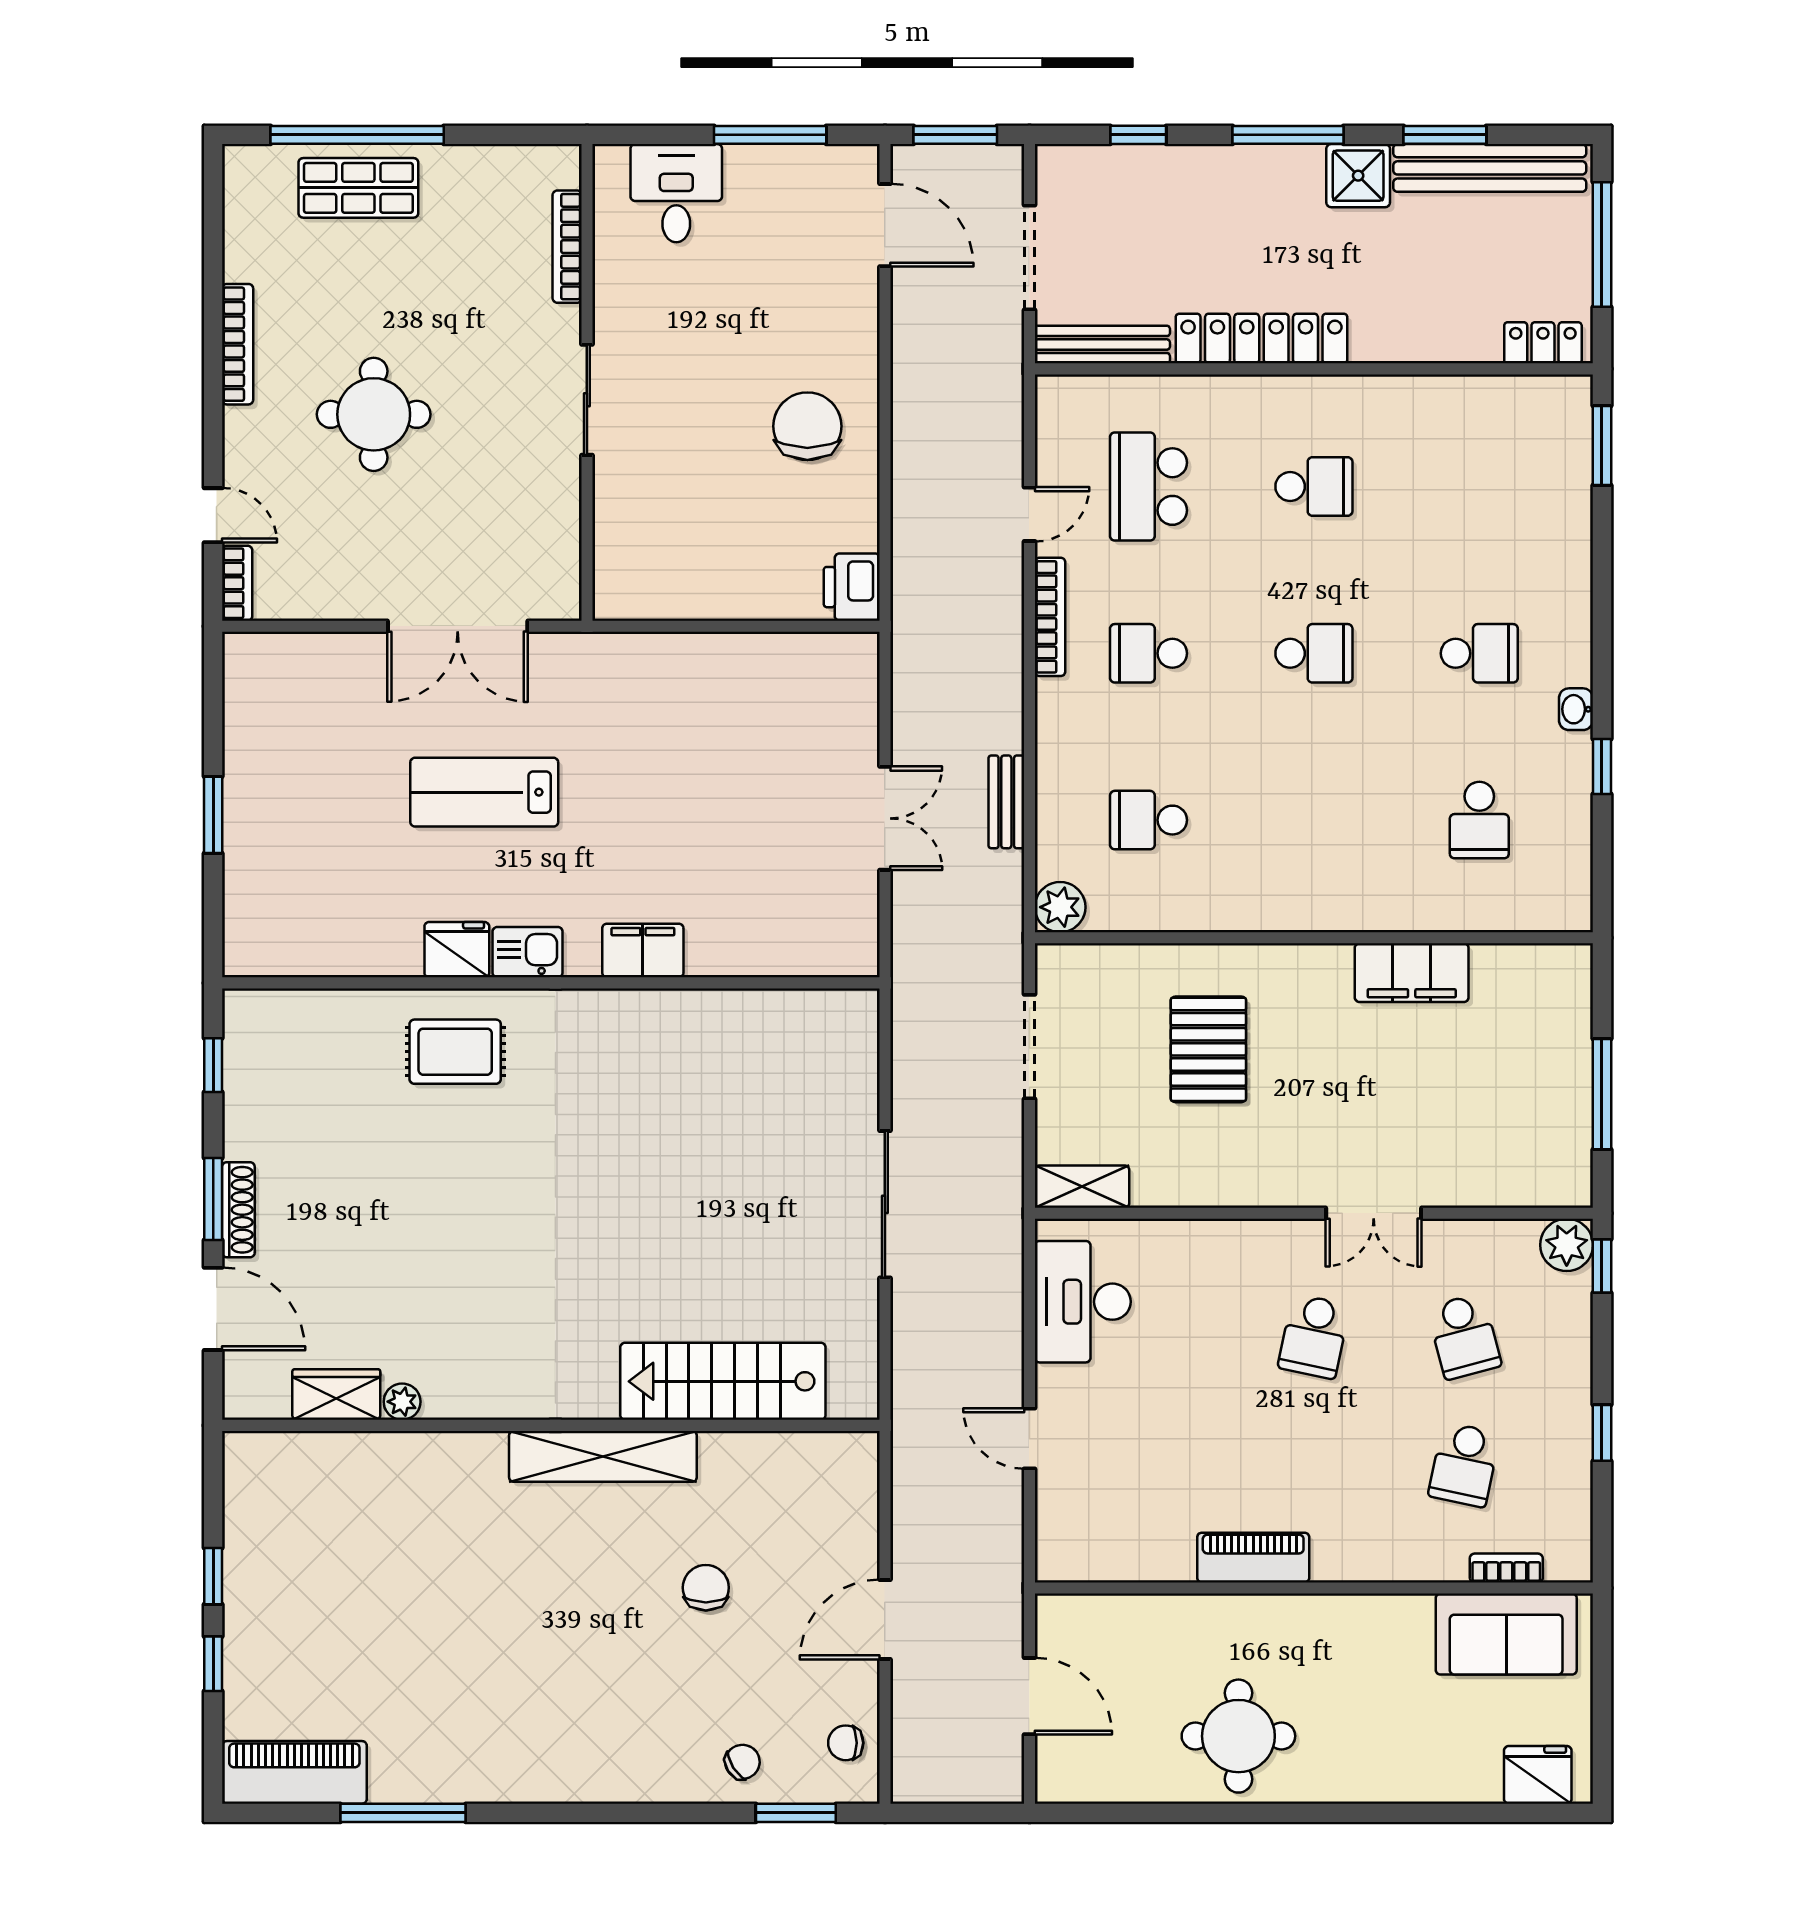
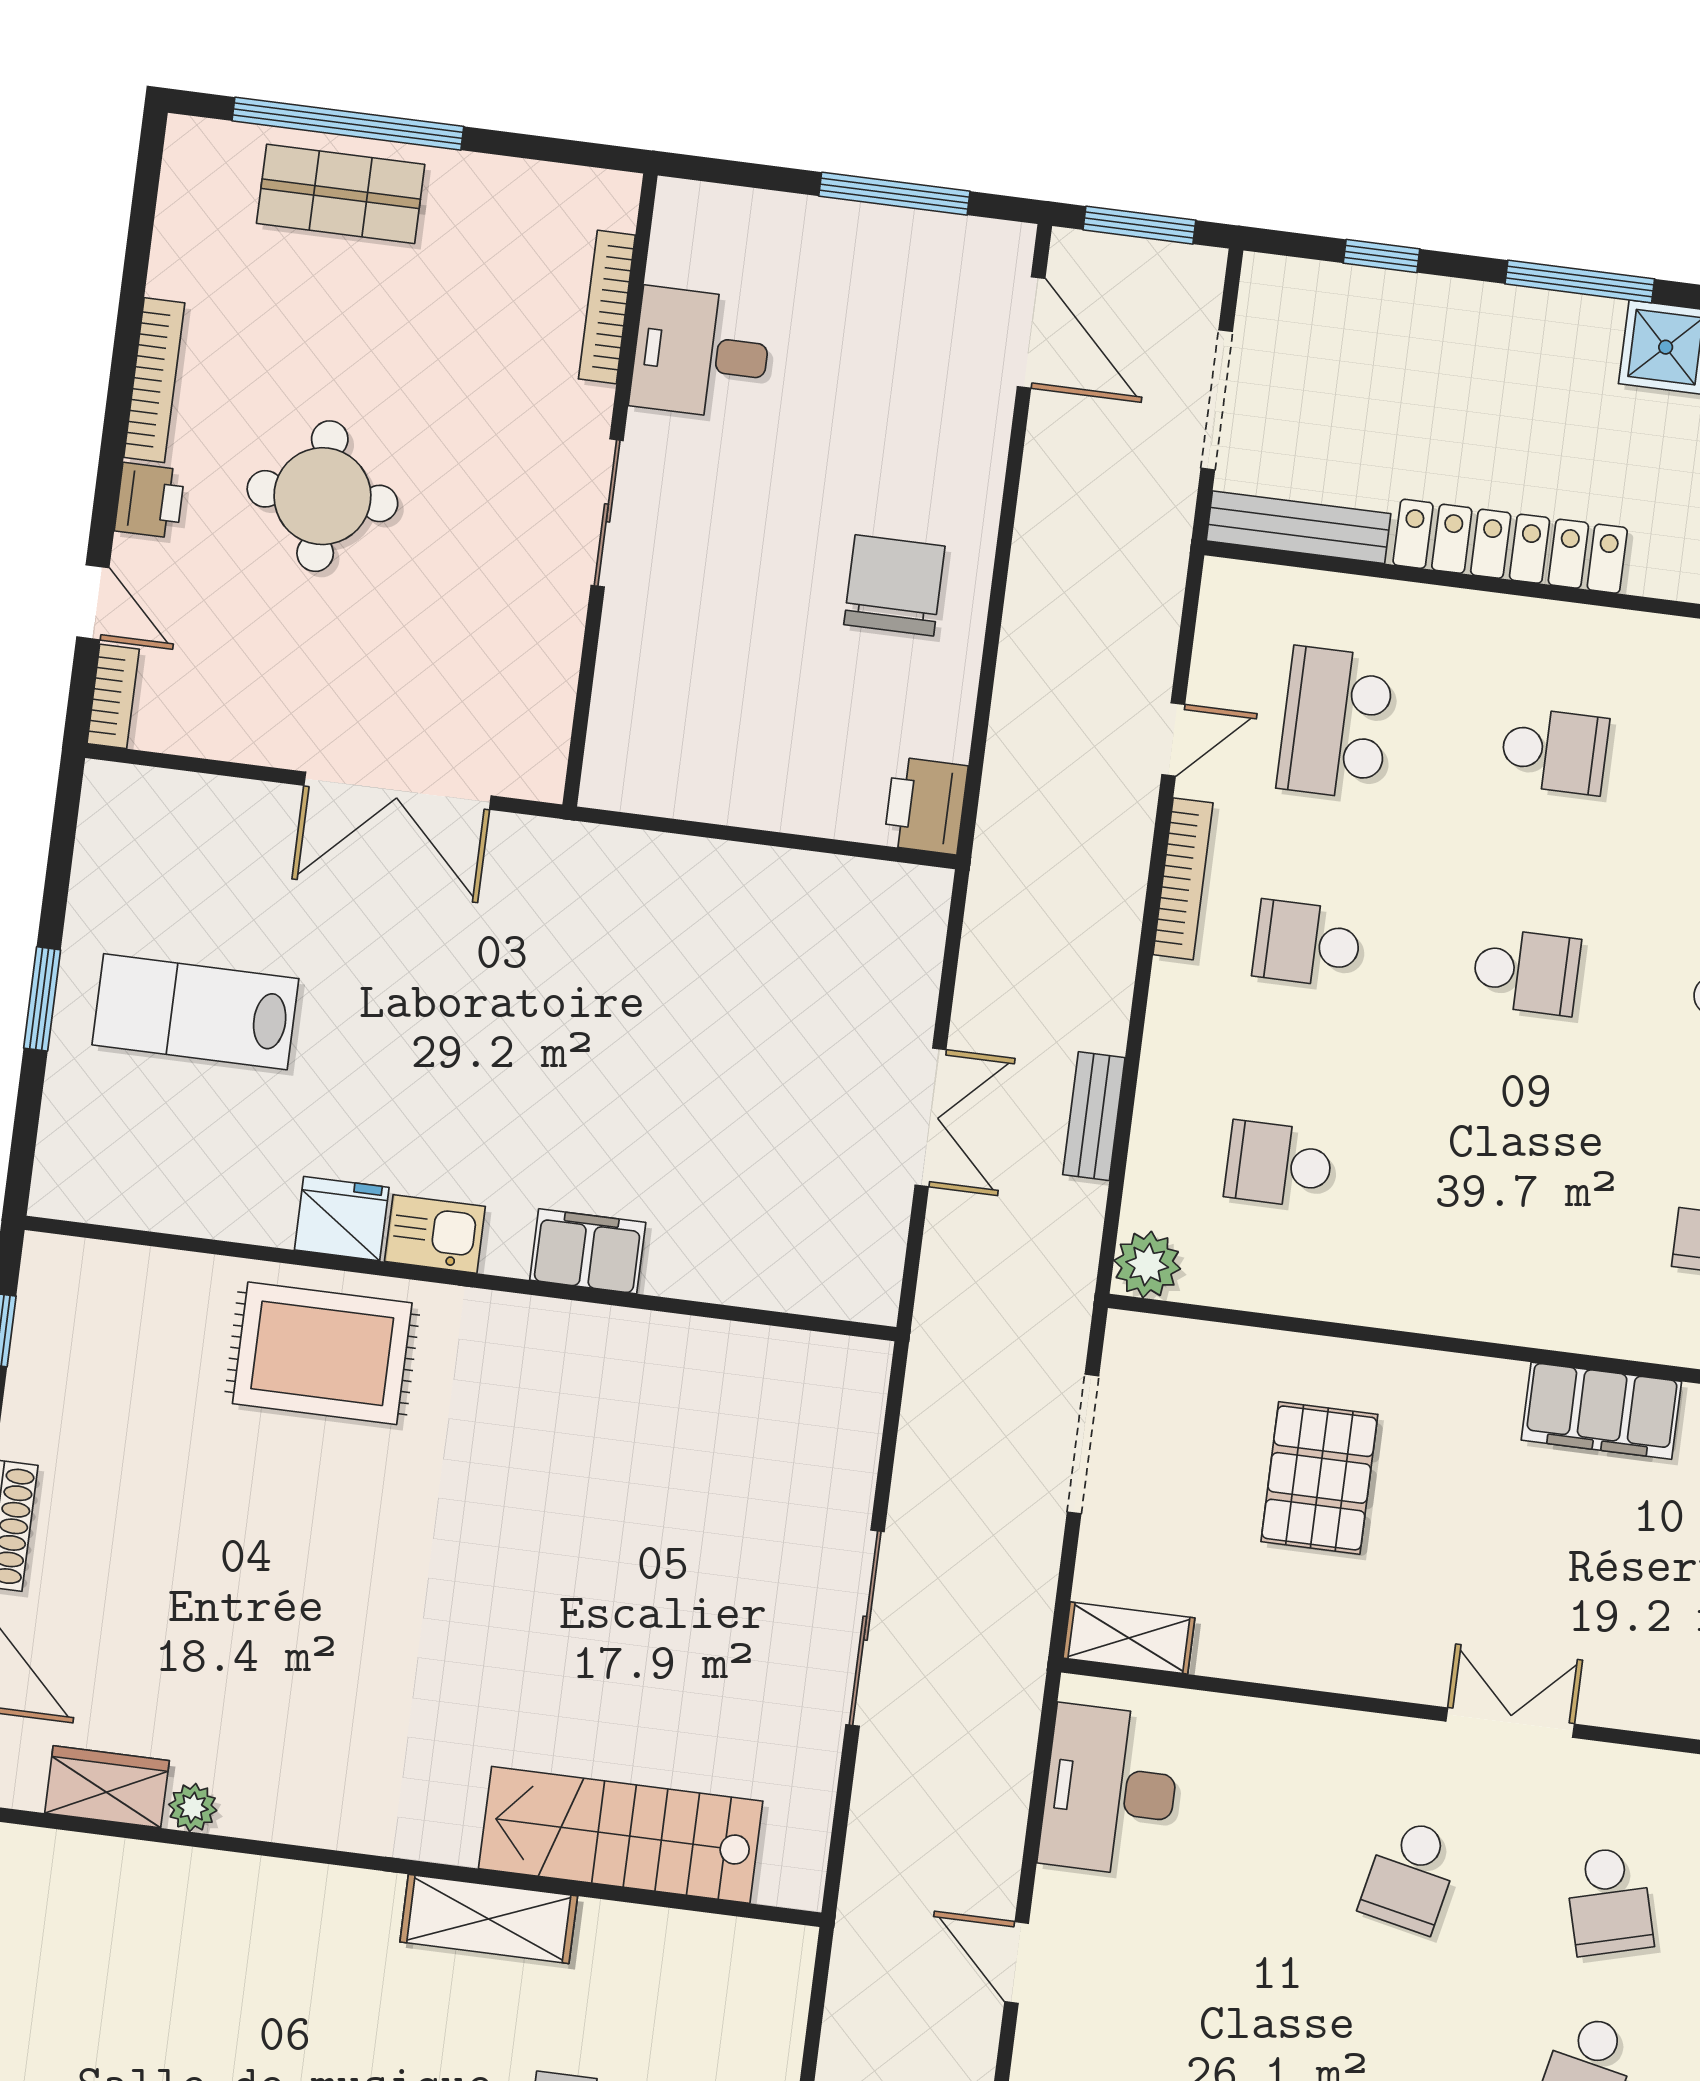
desk: (676, 193) -> (701, 353), moved, turned -90
printer: (246, 434) -> (150, 501), added
lab bench: (484, 792) -> (195, 1012), moved
rug: (455, 1052) -> (322, 1353), width x1.36, depth x1.43
double door: (1374, 1213) -> (1510, 1723), swing flipped
shelving: (603, 1456) -> (489, 1919), width x0.68

